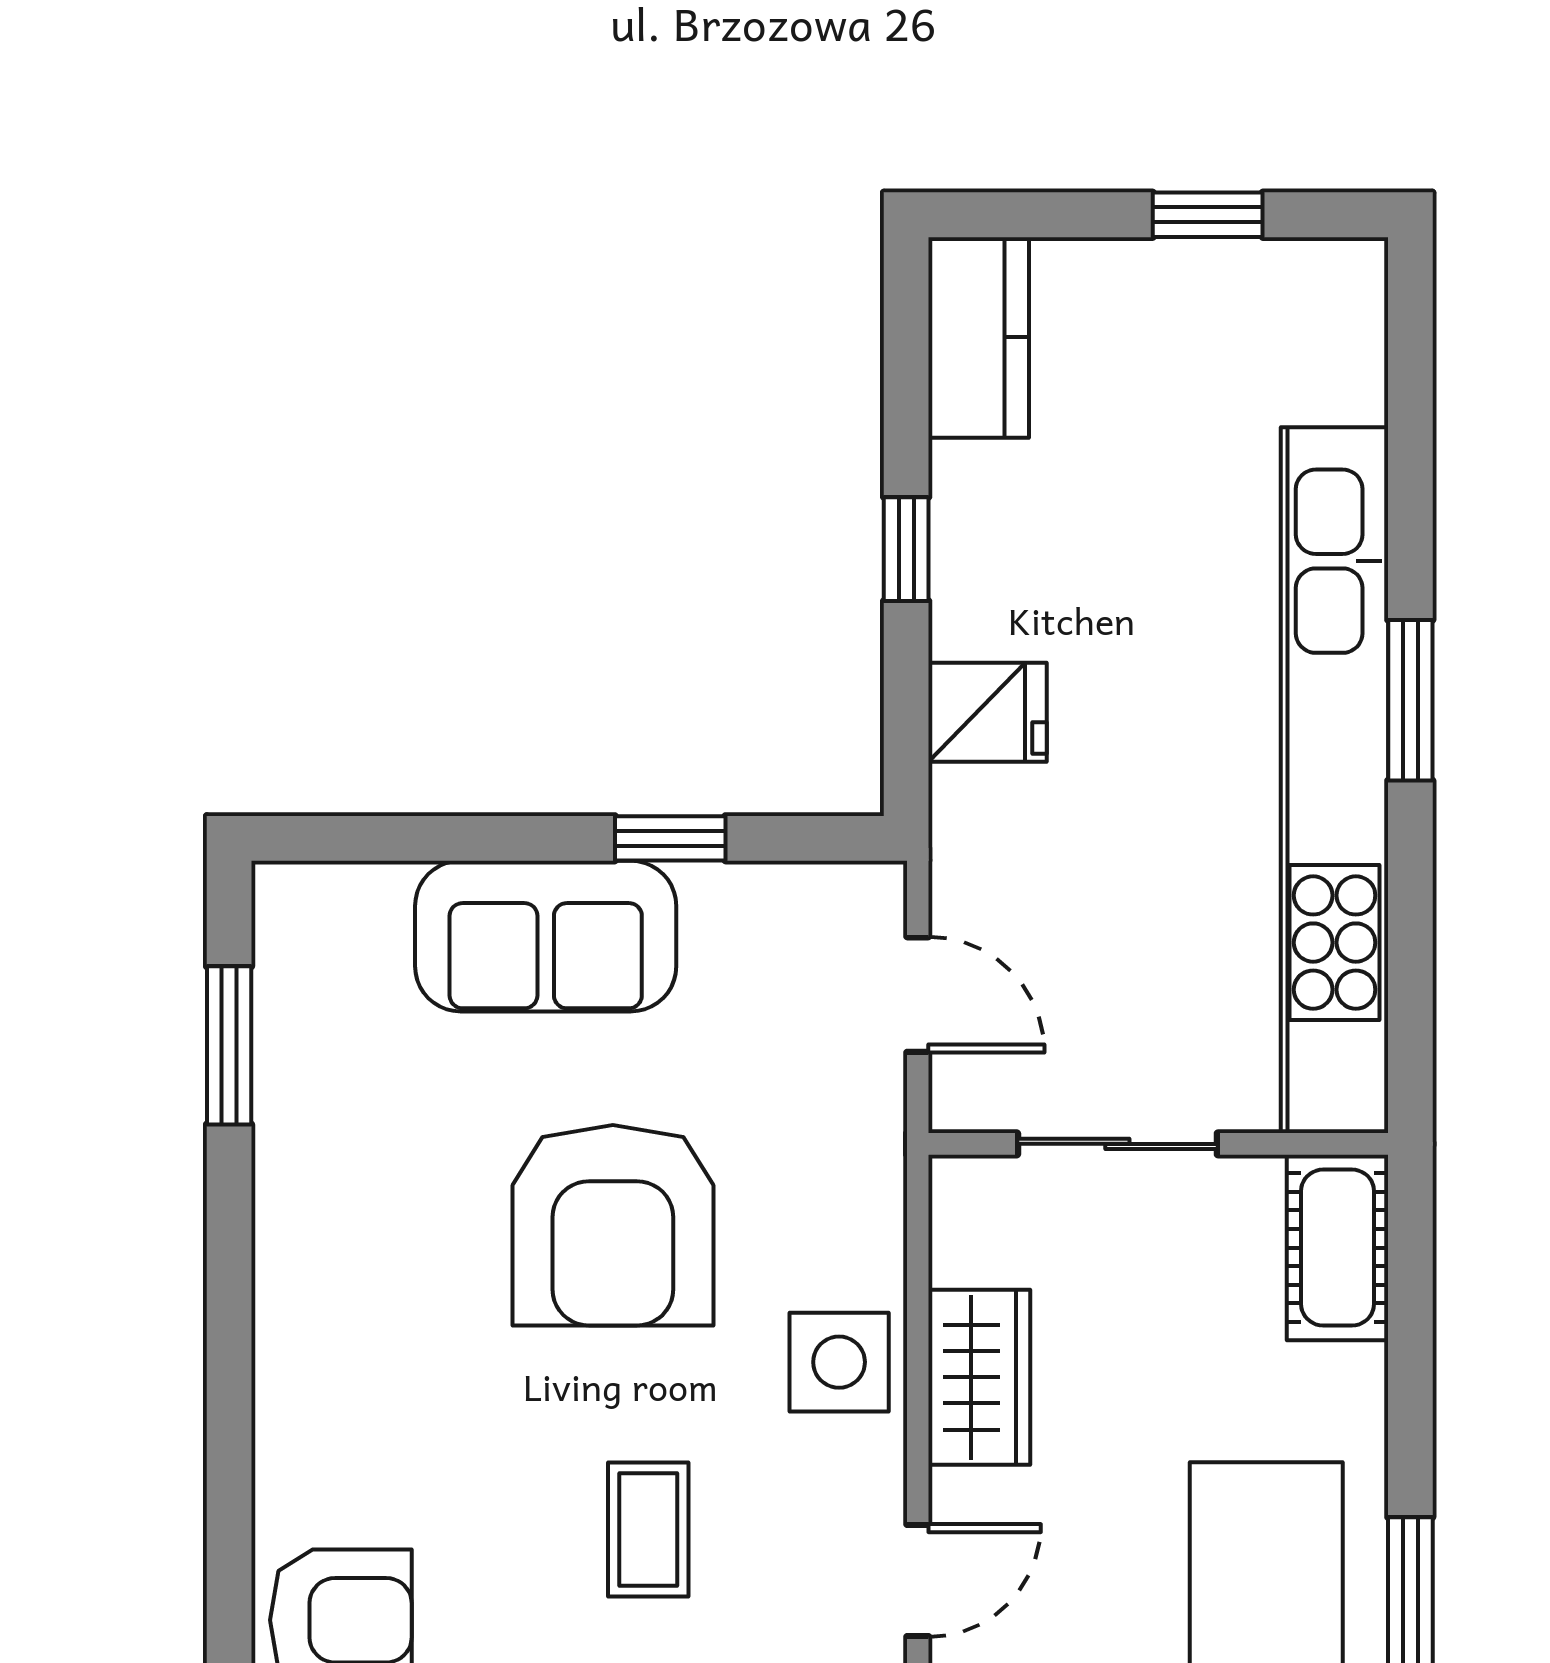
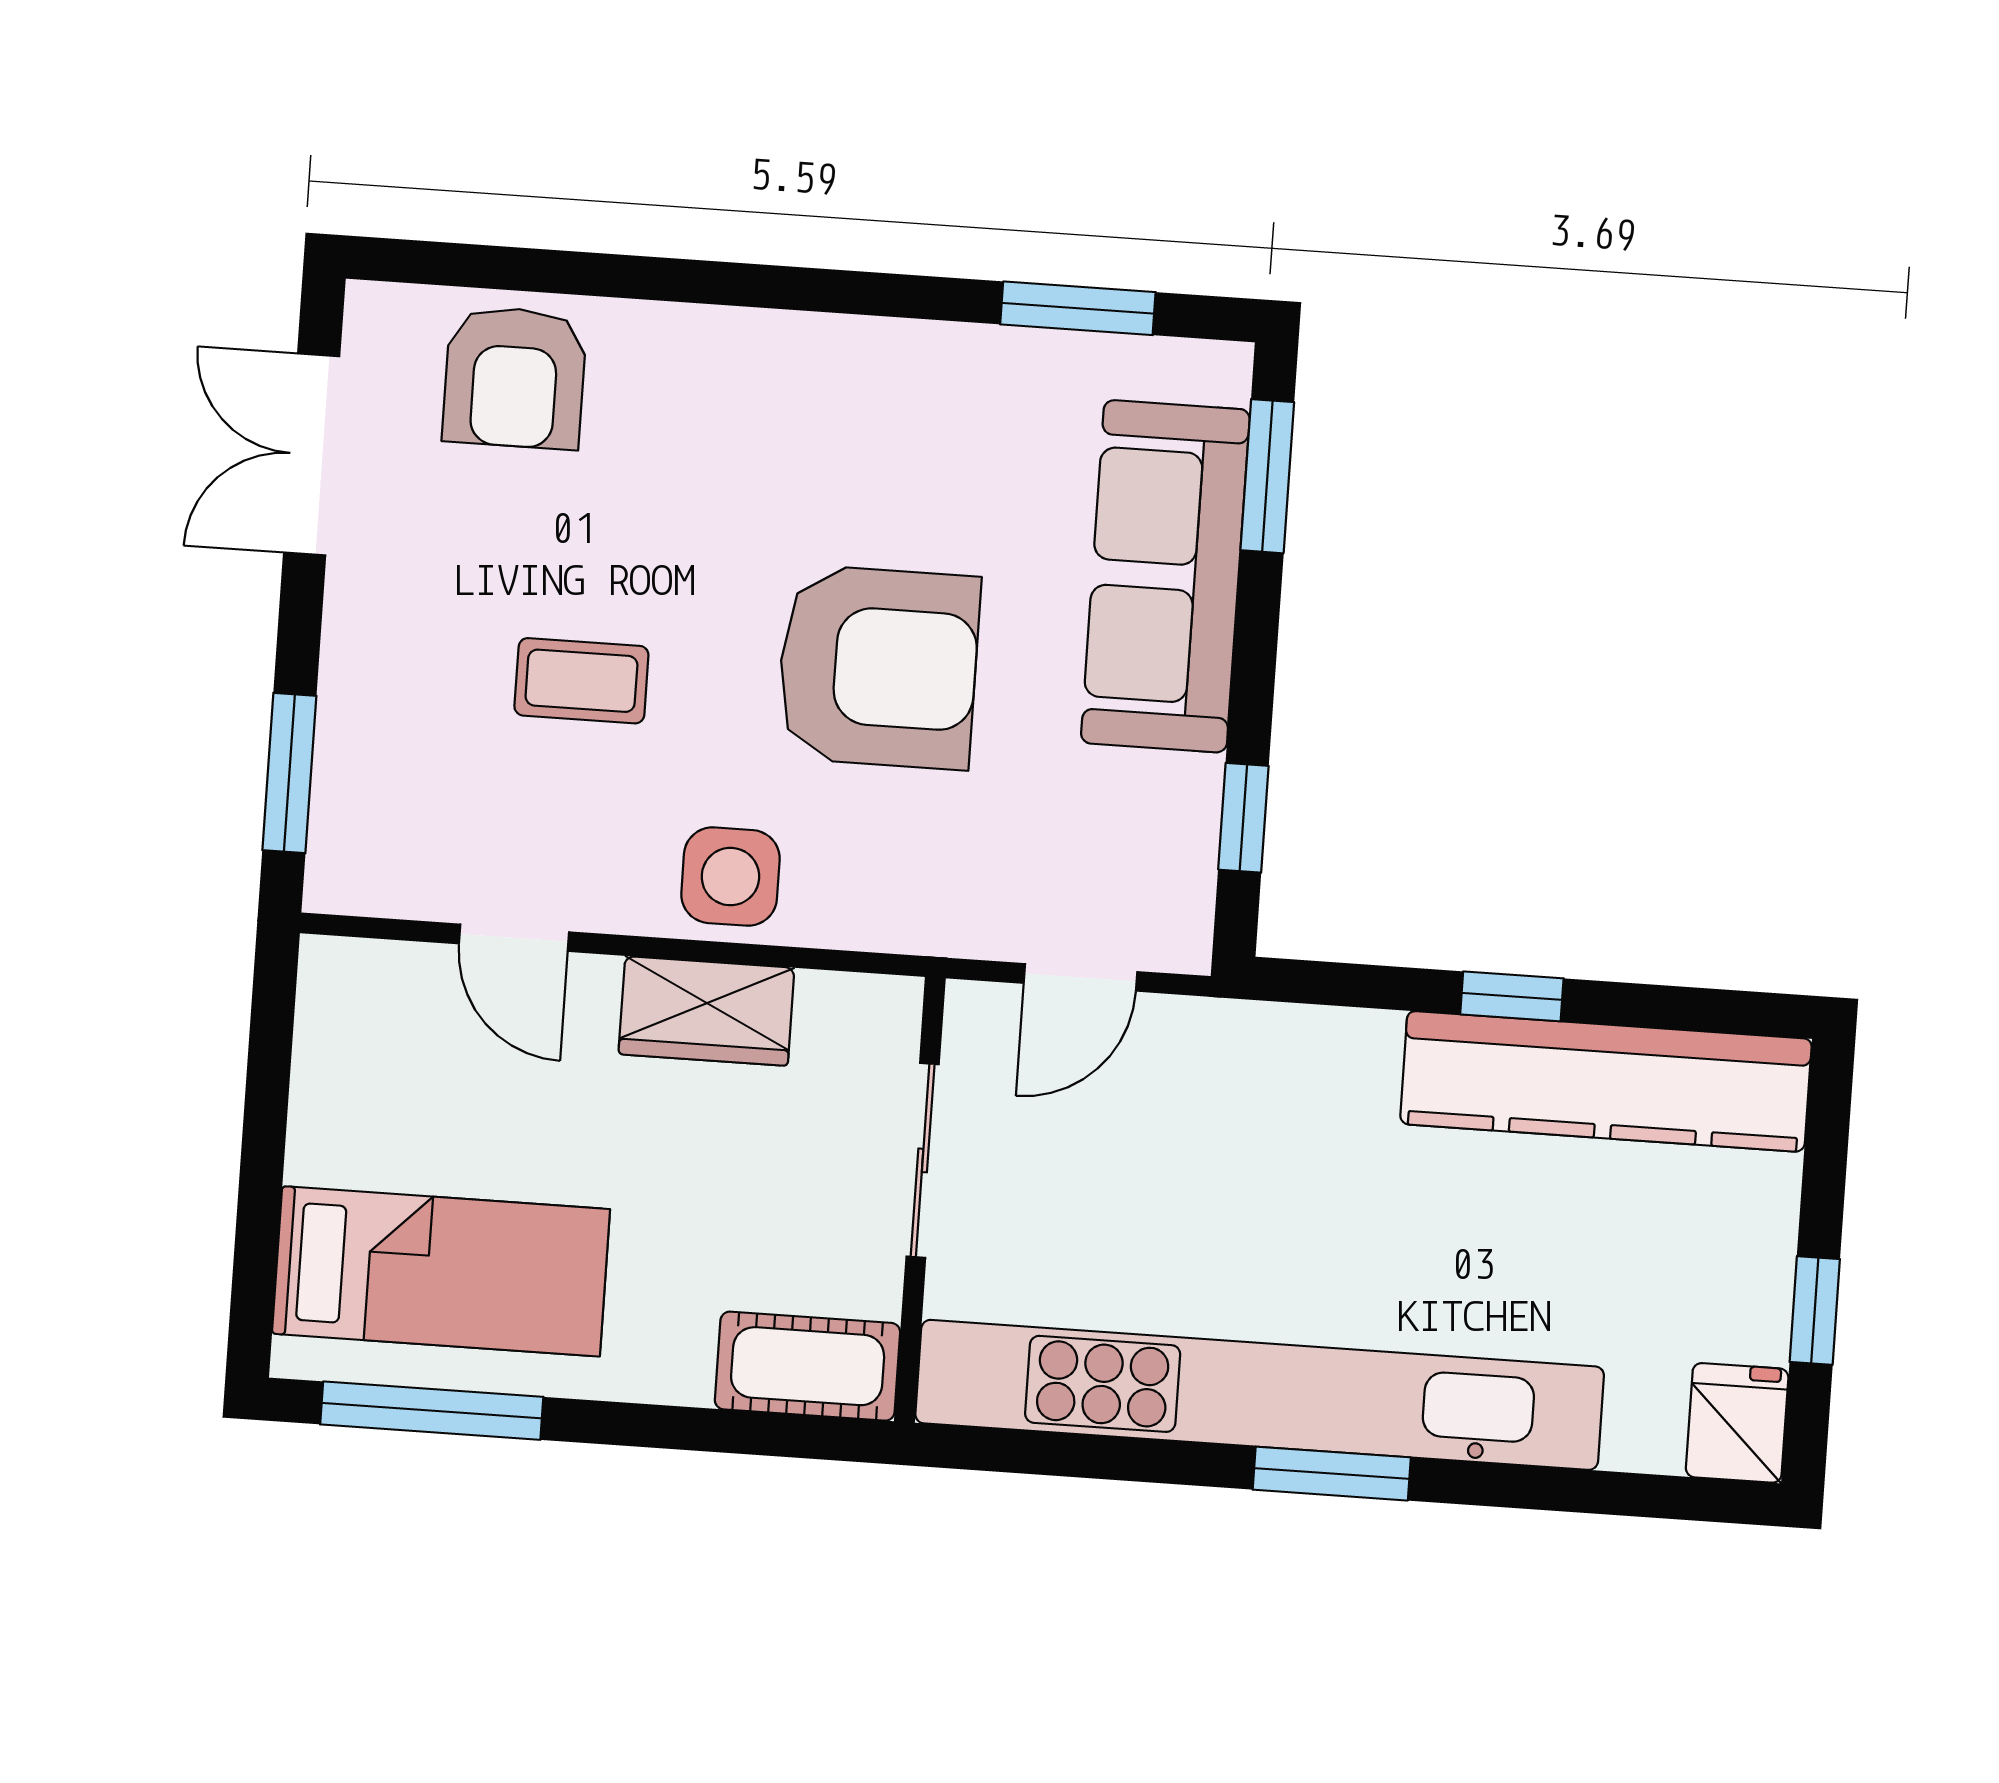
kitchen counter: (979, 337) -> (1606, 1081), width x2.08, depth x1.17
fridge: (987, 712) -> (1737, 1423), moved, turned 180
window: (388, 838) -> (1267, 476), added
window: (670, 838) -> (1243, 818), moved
sofa: (546, 936) -> (1165, 576), width x1.36
armchair: (613, 1225) -> (878, 667), turned 180

